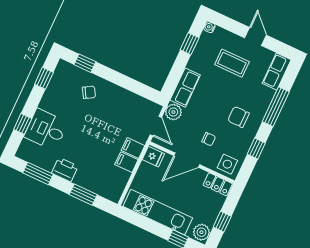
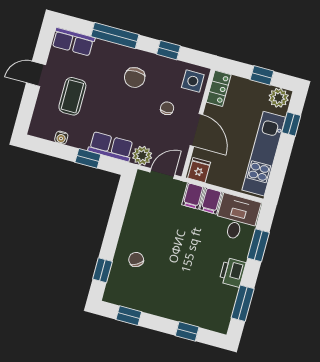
water cooler: (209, 27) -> (61, 138), moved
window: (190, 44) -> (88, 158), moved
desk: (46, 130) -> (237, 218), moved, turned 180

